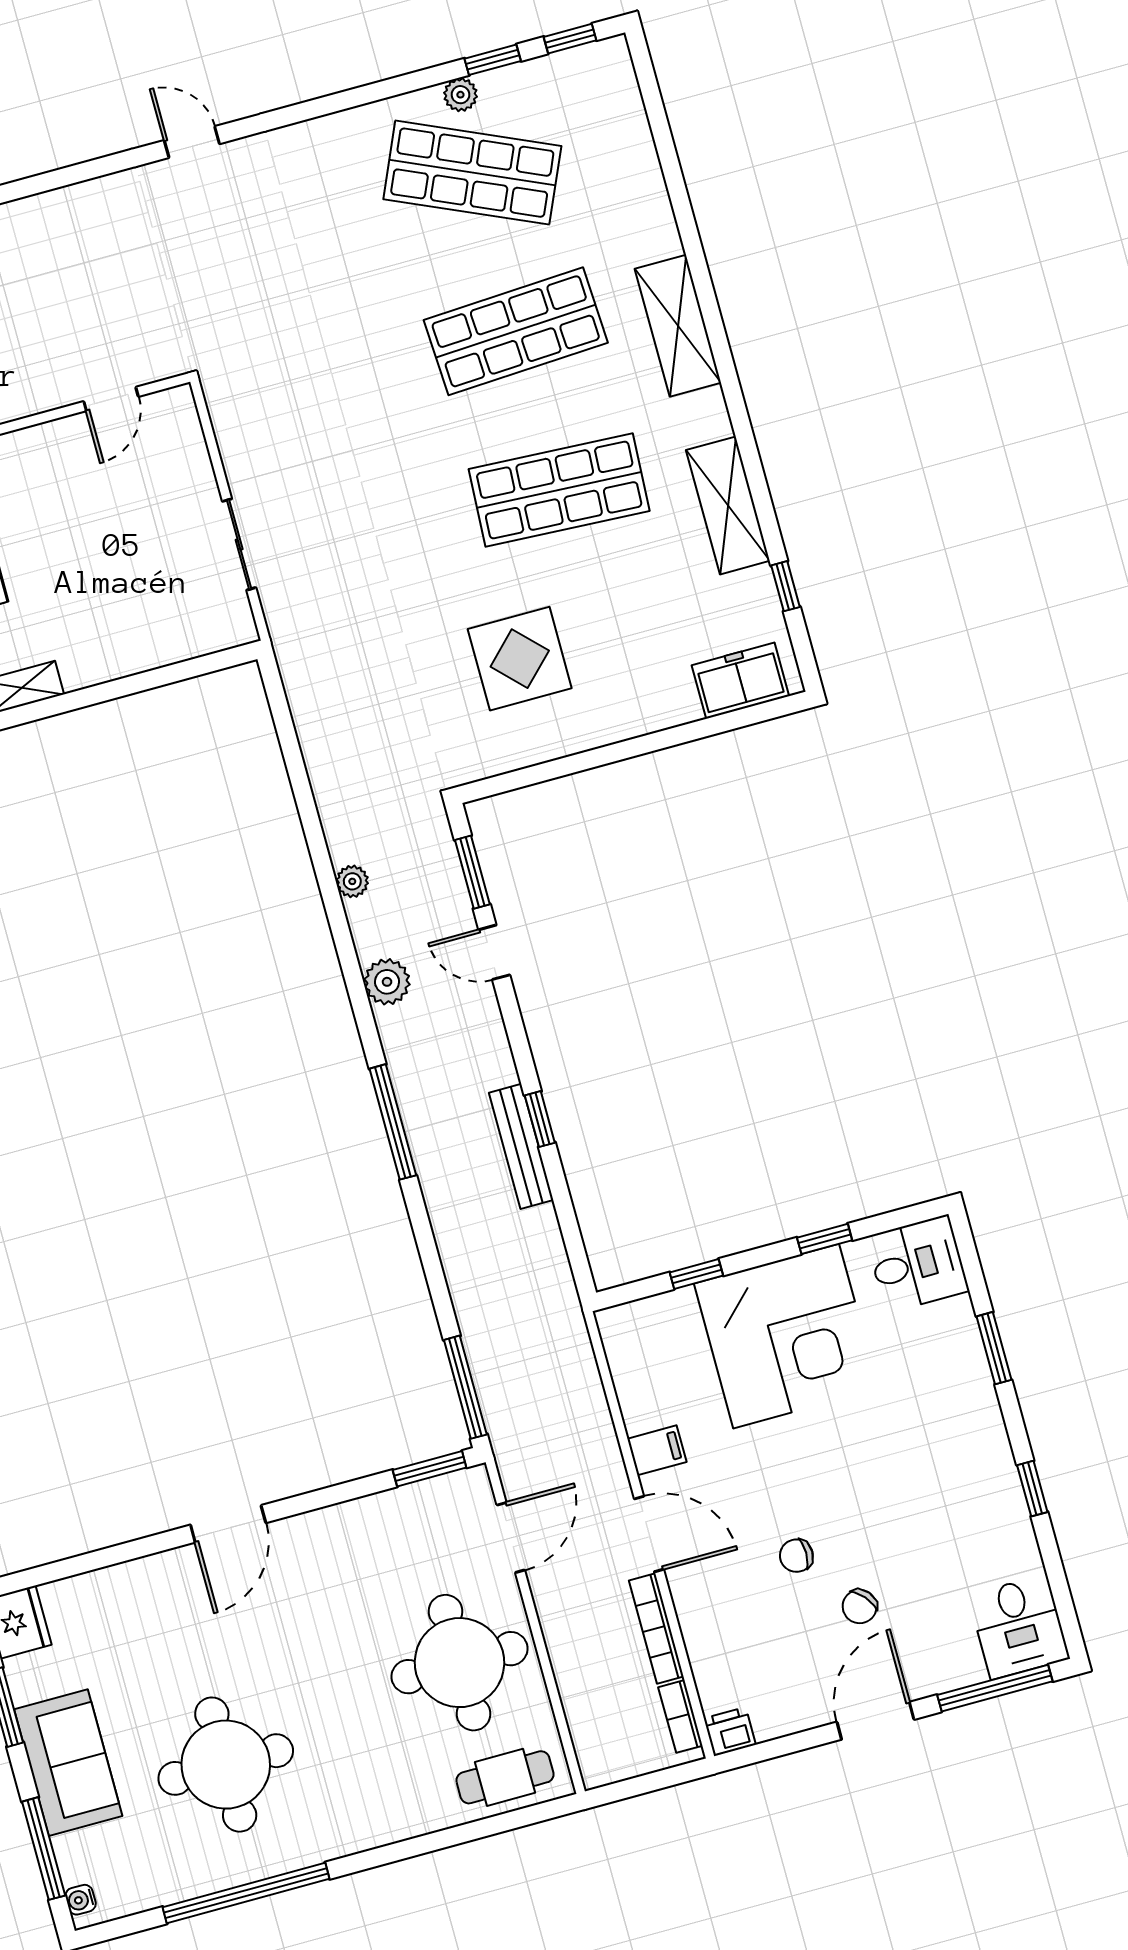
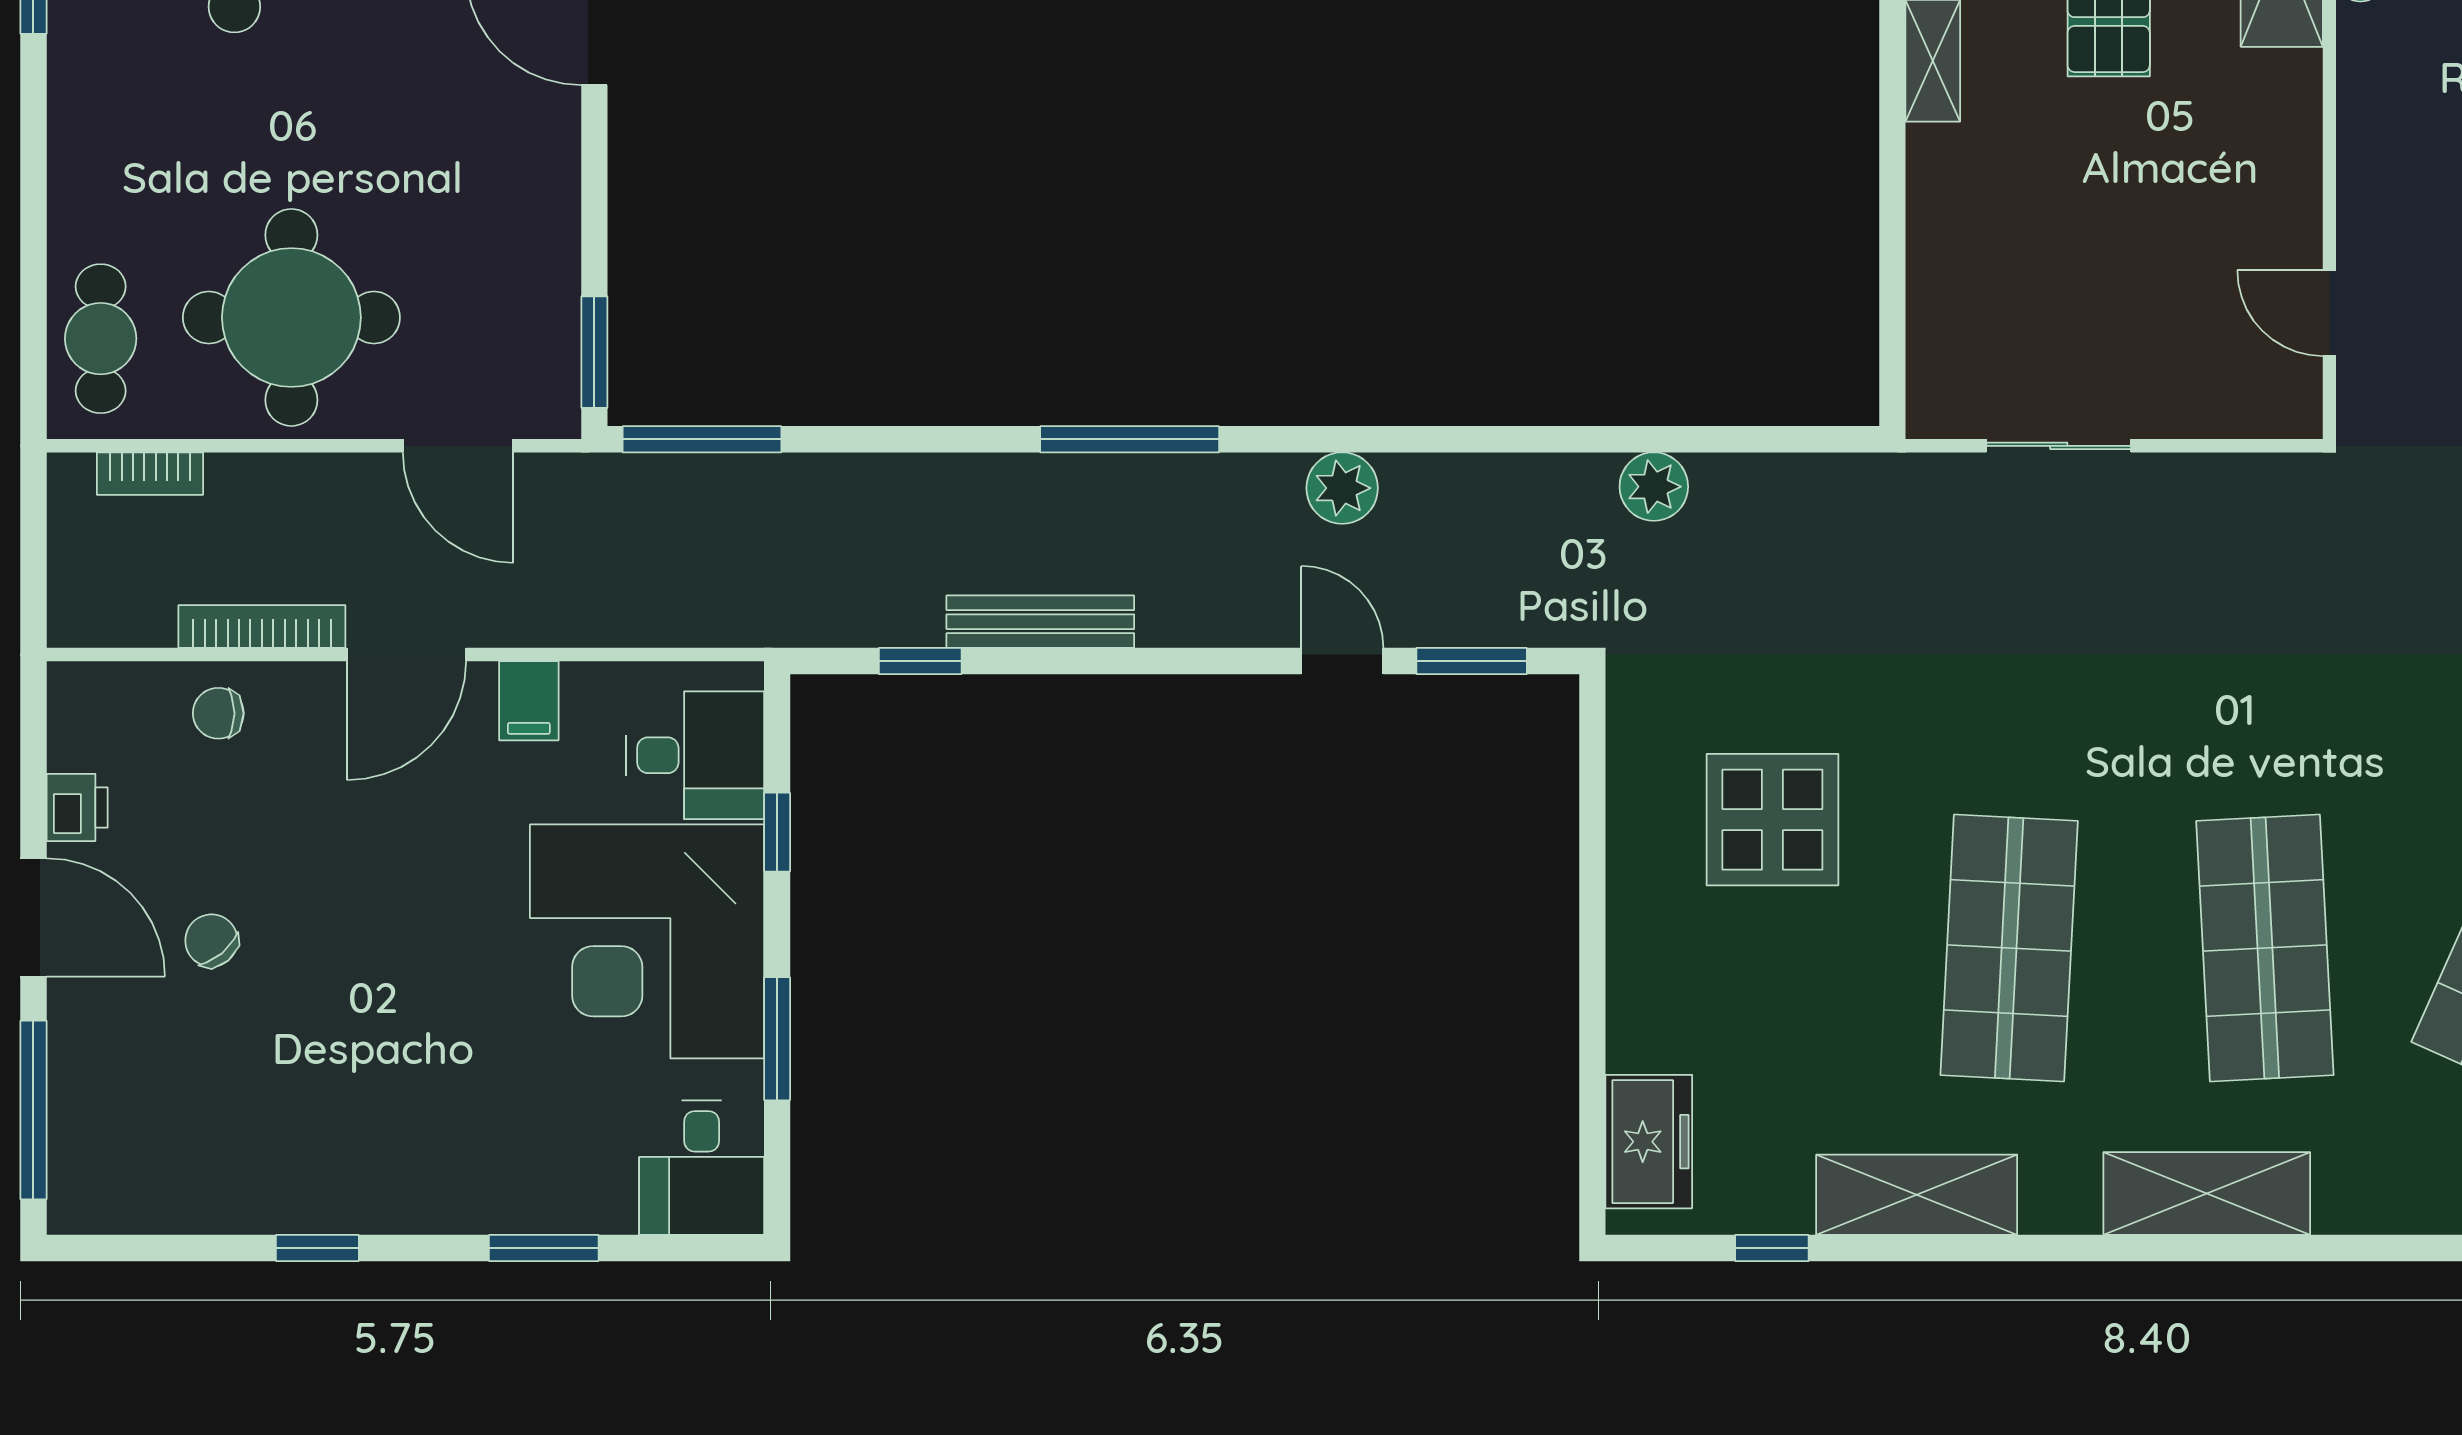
plant: (352, 881) -> (1654, 487), moved, width x1.38, depth x1.38
door: (494, 952) -> (1342, 661), hinge flipped
window: (540, 1119) -> (920, 661), moved
window: (825, 1239) -> (777, 1039), width x1.50
chair: (796, 1556) -> (218, 713), moved, turned -90
desk: (1019, 1627) -> (695, 755), moved, turned 180
bookcase: (680, 1716) -> (150, 474), moved, turned 180
printer: (730, 1732) -> (77, 807), moved

